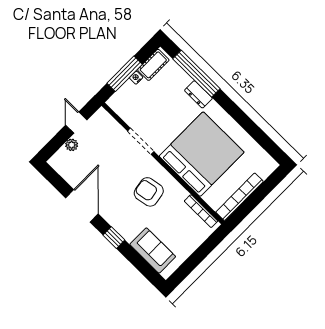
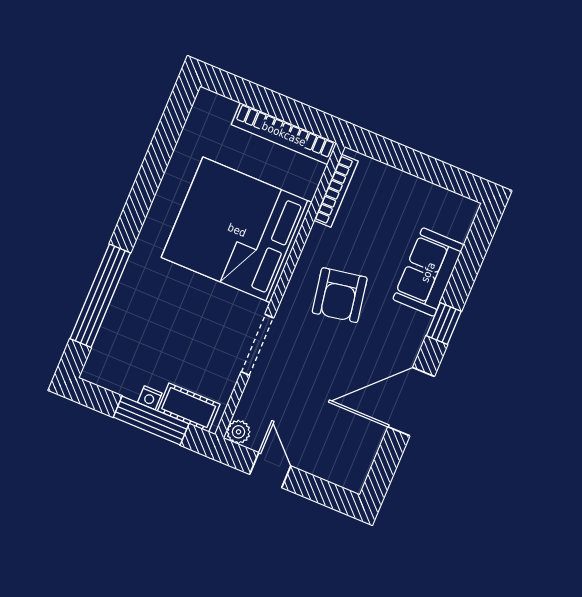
cot: (153, 65) -> (189, 407), moved
dresser: (198, 94) -> (135, 278), removed
door: (76, 123) -> (270, 470), swing flipped
plant: (72, 145) -> (238, 432), moved
sofa: (153, 251) -> (428, 272), moved

